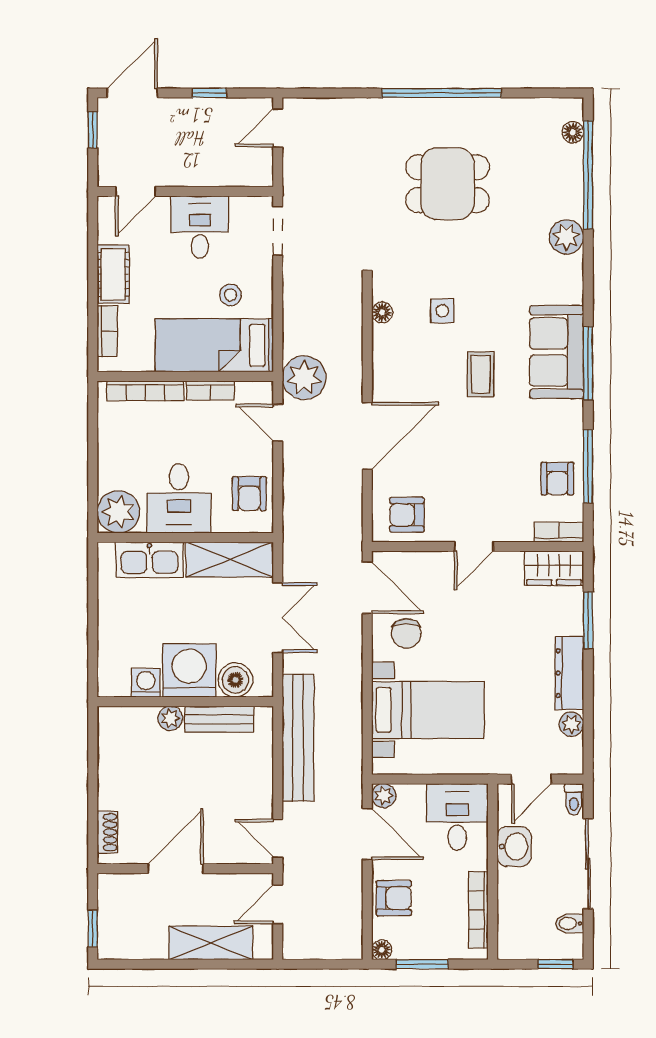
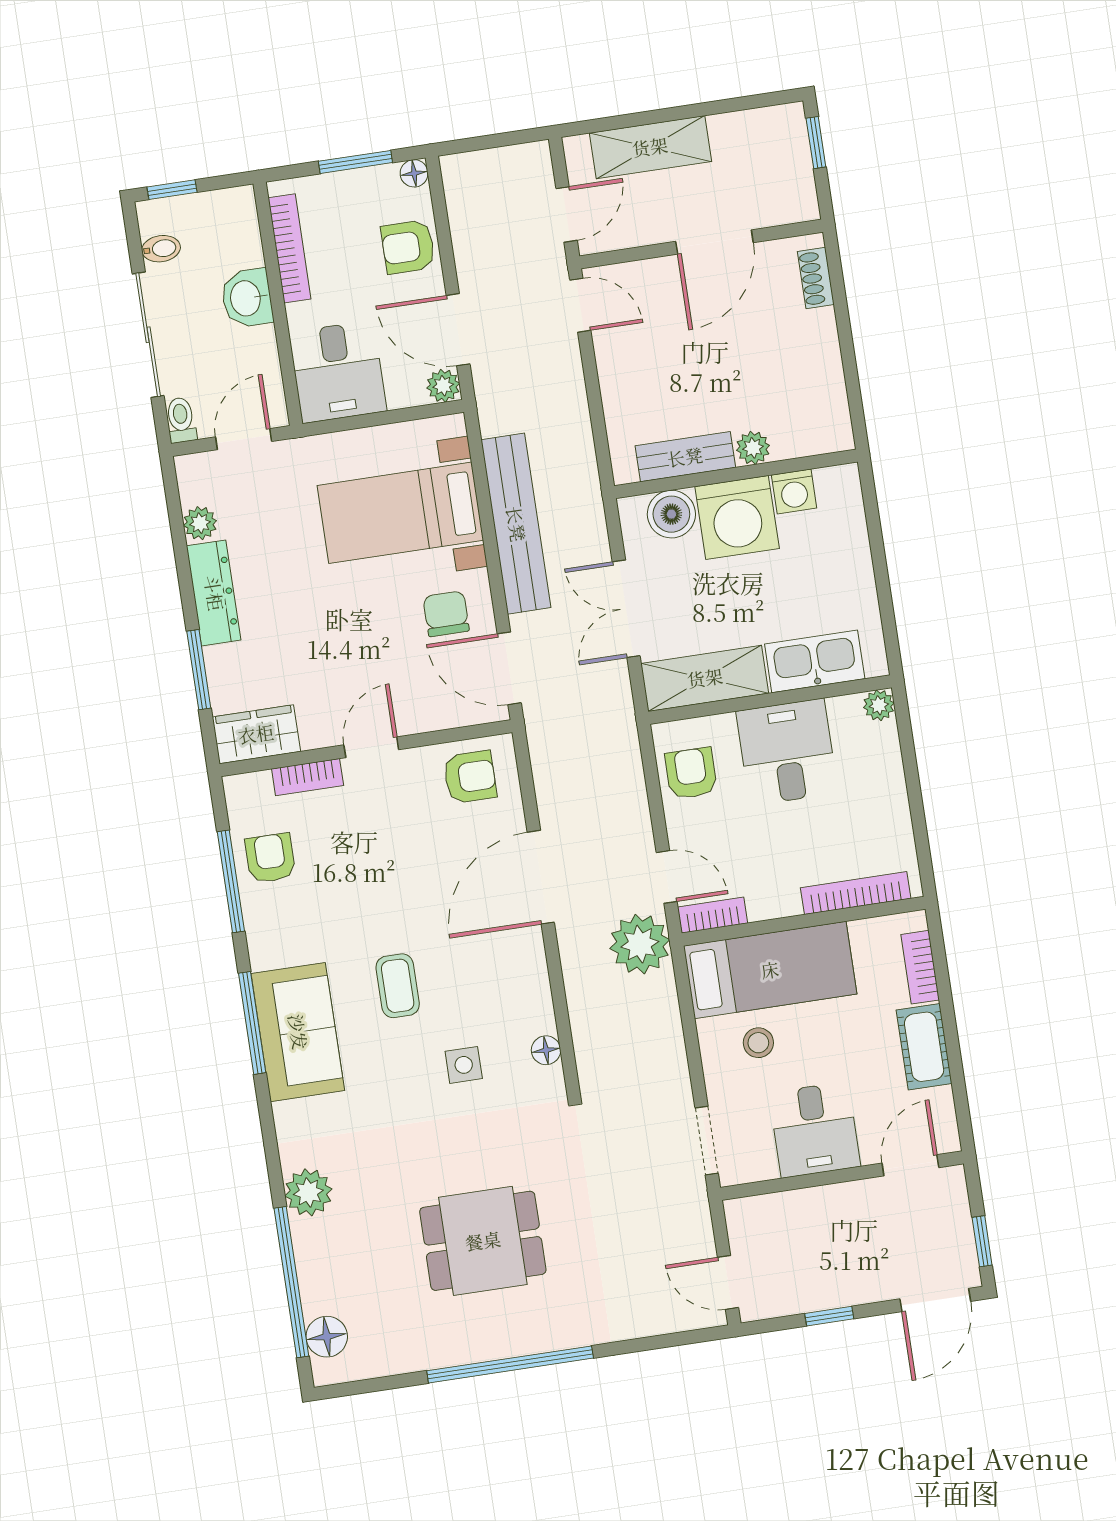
door: (278, 128) -> (728, 1282), swing flipped
floor lamp: (573, 132) -> (327, 1337), width x1.37, depth x1.37
bookcase: (210, 391) -> (713, 915), moved
plant: (118, 512) -> (879, 705), width x0.53, depth x0.53
bookcase: (559, 532) -> (308, 777), moved
bench: (298, 738) -> (516, 524), moved
washbasin: (514, 846) -> (247, 298), moved

